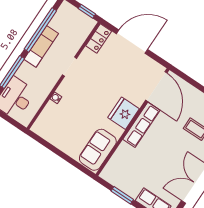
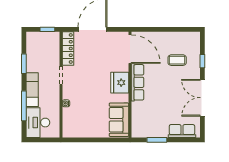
window: (40, 30) -> (24, 64), width x0.47
locker: (99, 39) -> (68, 48), width x1.53
exam couch: (41, 46) -> (32, 90), moved

